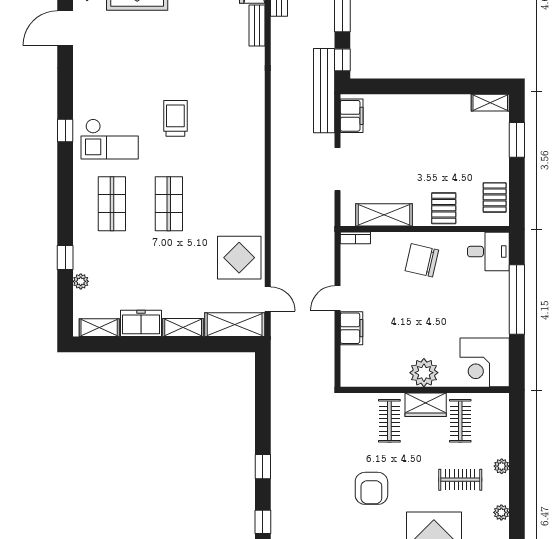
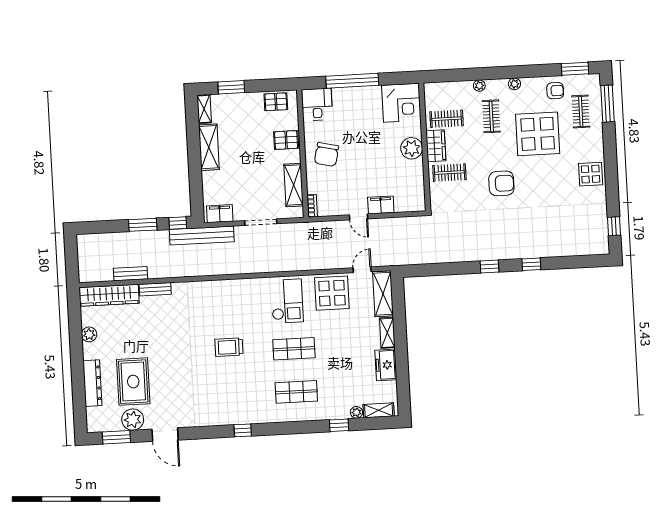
shelving: (440, 106) -> (209, 147), added
checkout: (110, 139) -> (287, 301), moved
shelving: (99, 328) -> (379, 410), moved, turned 90

